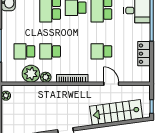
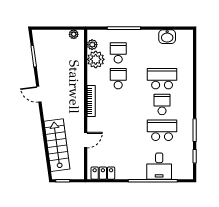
school desk: (101, 51) -> (118, 130), removed
locker: (144, 54) -> (103, 173), moved
plant: (46, 77) -> (92, 45), moved

